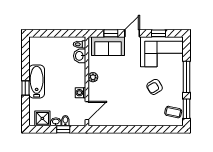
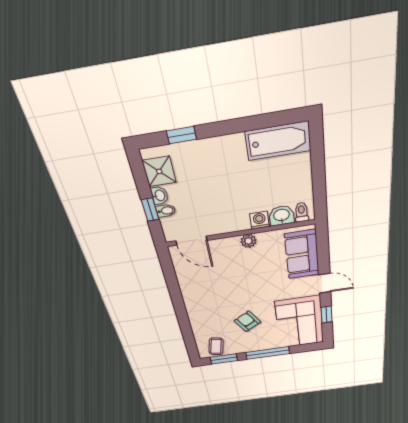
window: (111, 33) -> (323, 255), removed
bathtub: (37, 81) -> (278, 141), moved
window: (25, 88) -> (181, 135), moved
washing machine: (80, 93) -> (259, 220), moved

